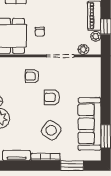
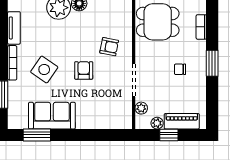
chair: (40, 32) -> (180, 69), moved
armchair: (32, 76) -> (109, 47), turned 101
sofa: (90, 124) -> (52, 116), width x0.73

